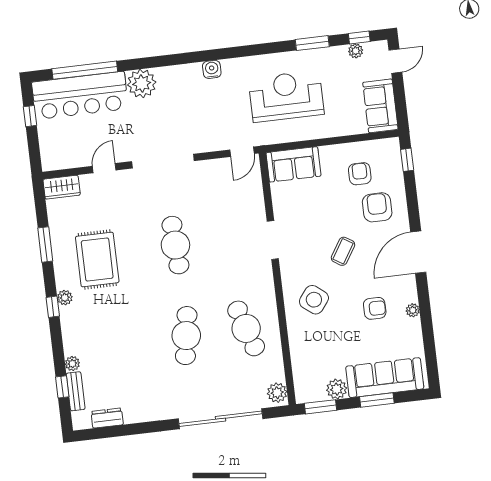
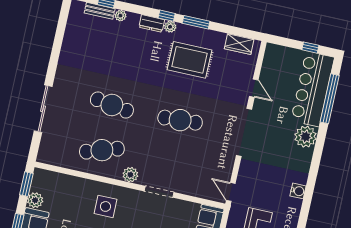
wardrobe: (62, 187) -> (239, 44), moved, turned -90
window: (45, 244) -> (196, 22), moved
side table: (314, 300) -> (105, 206), turned -38
plant: (277, 393) -> (130, 175), moved
dresser: (107, 418) -> (152, 23), moved, turned 90
sliding door: (221, 419) -> (43, 109), width x0.73

